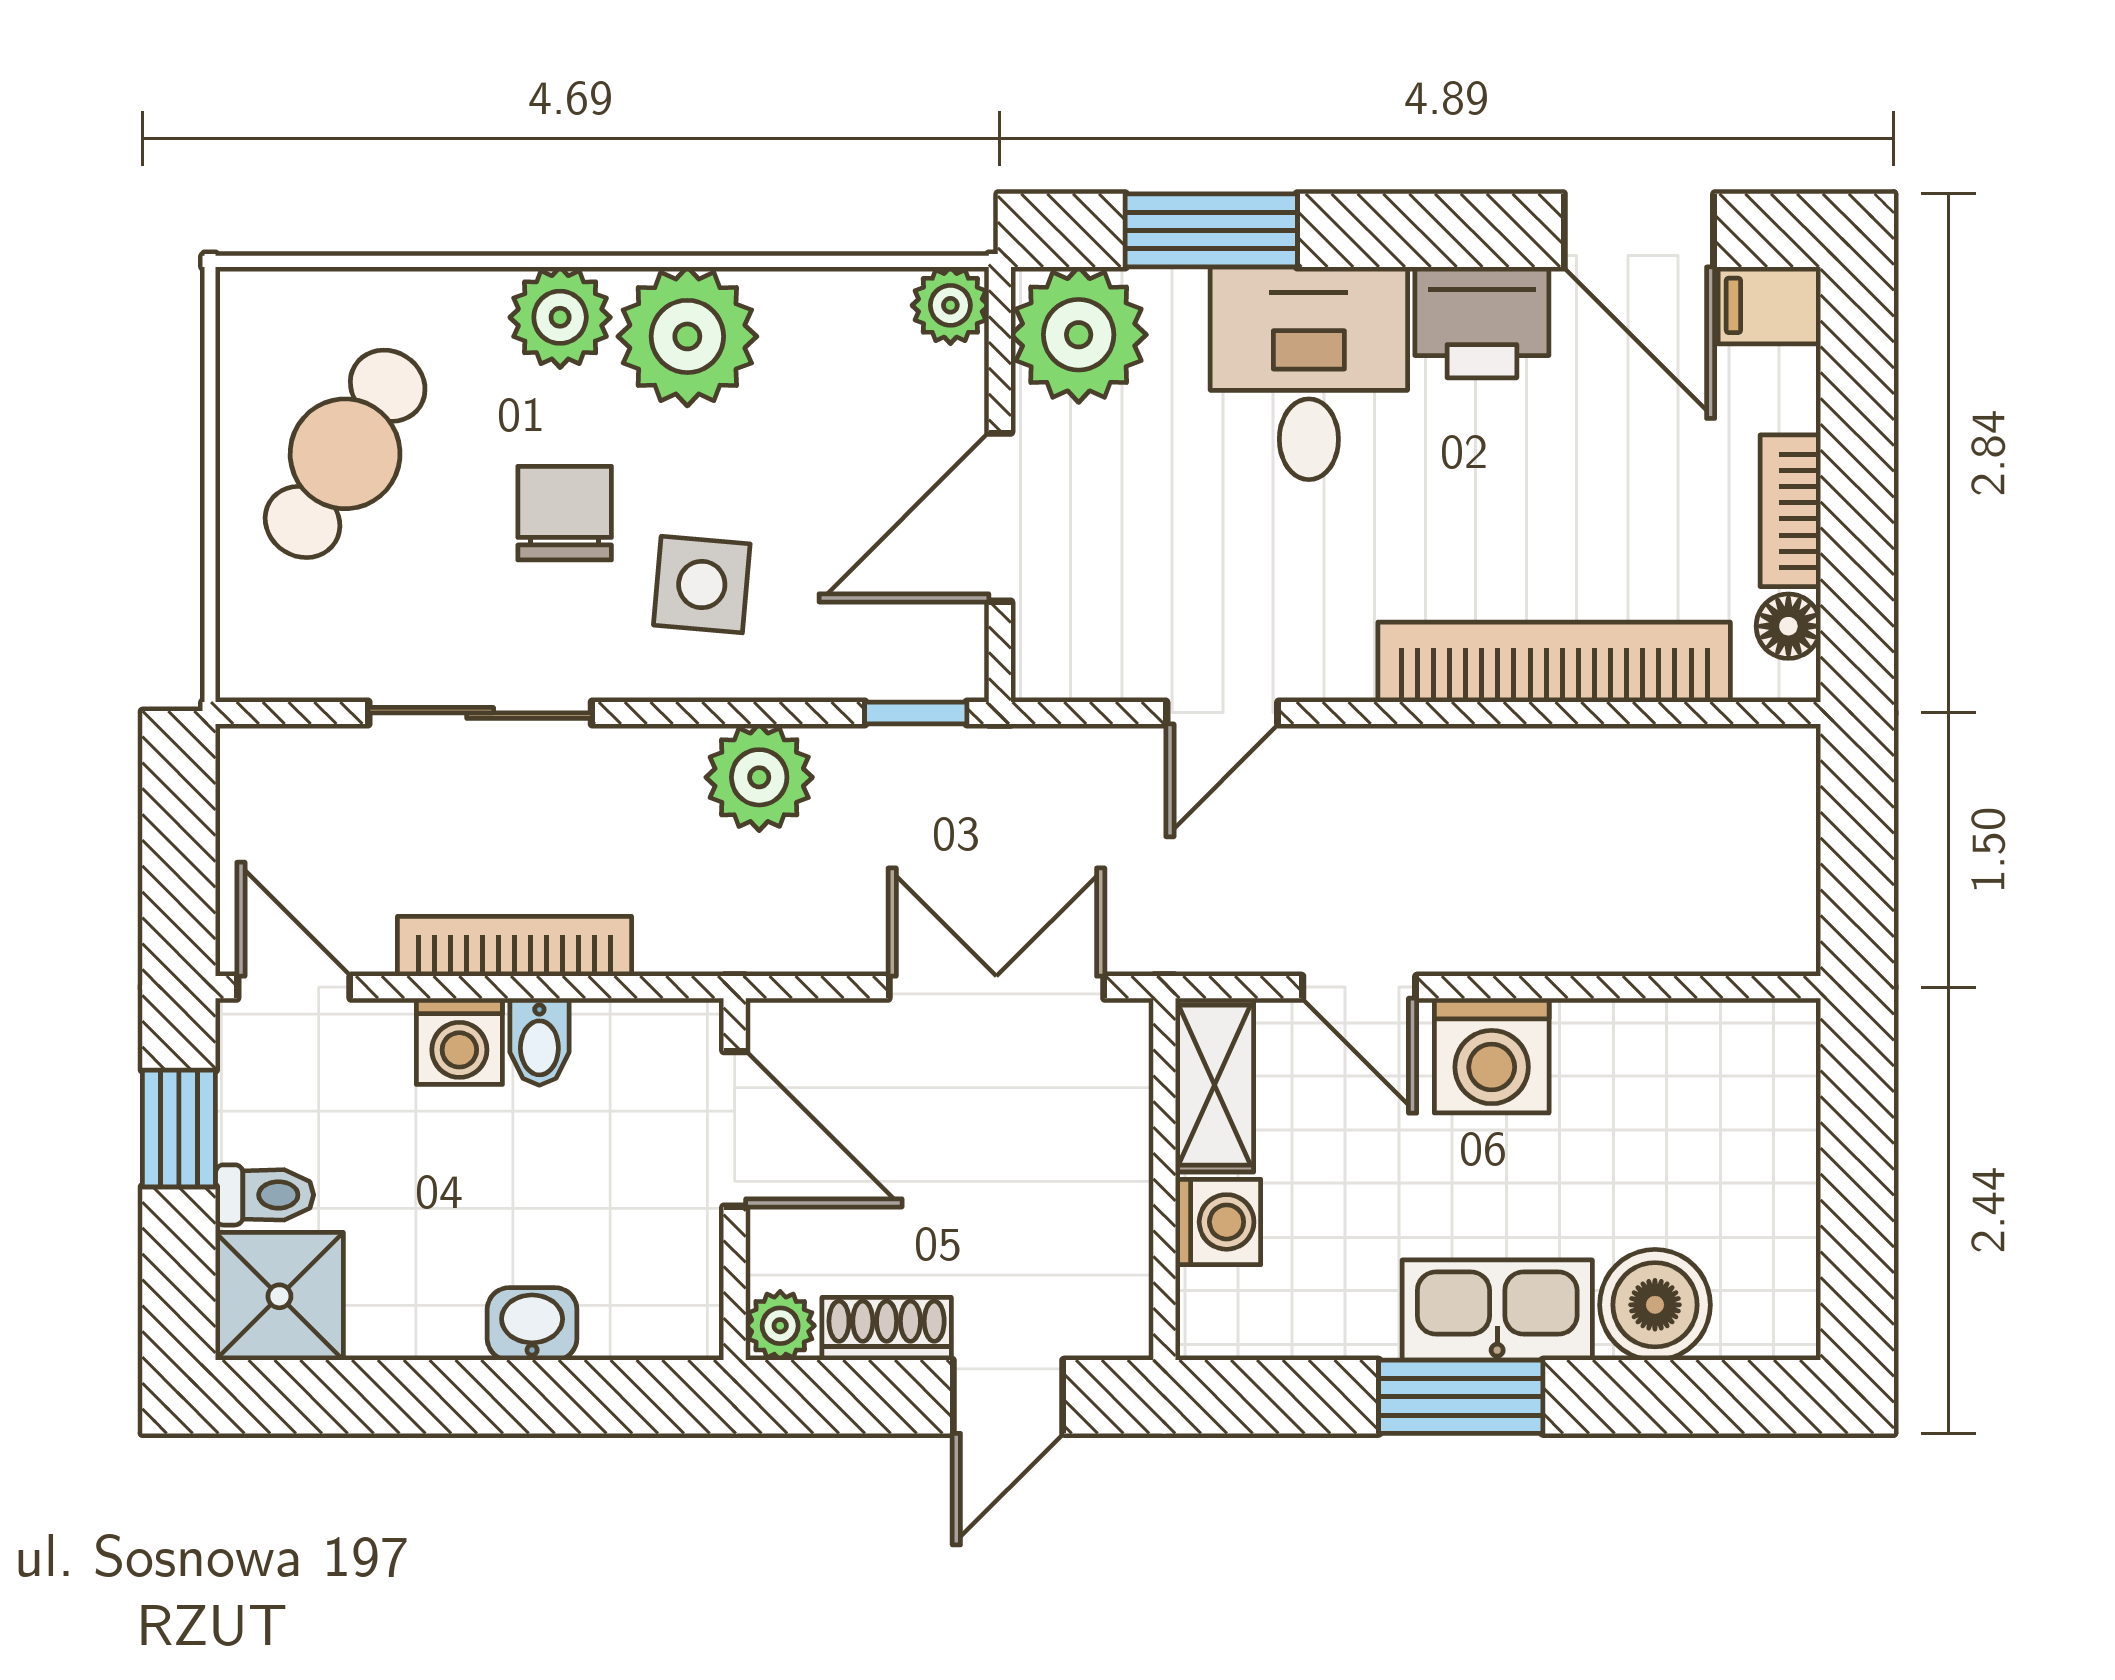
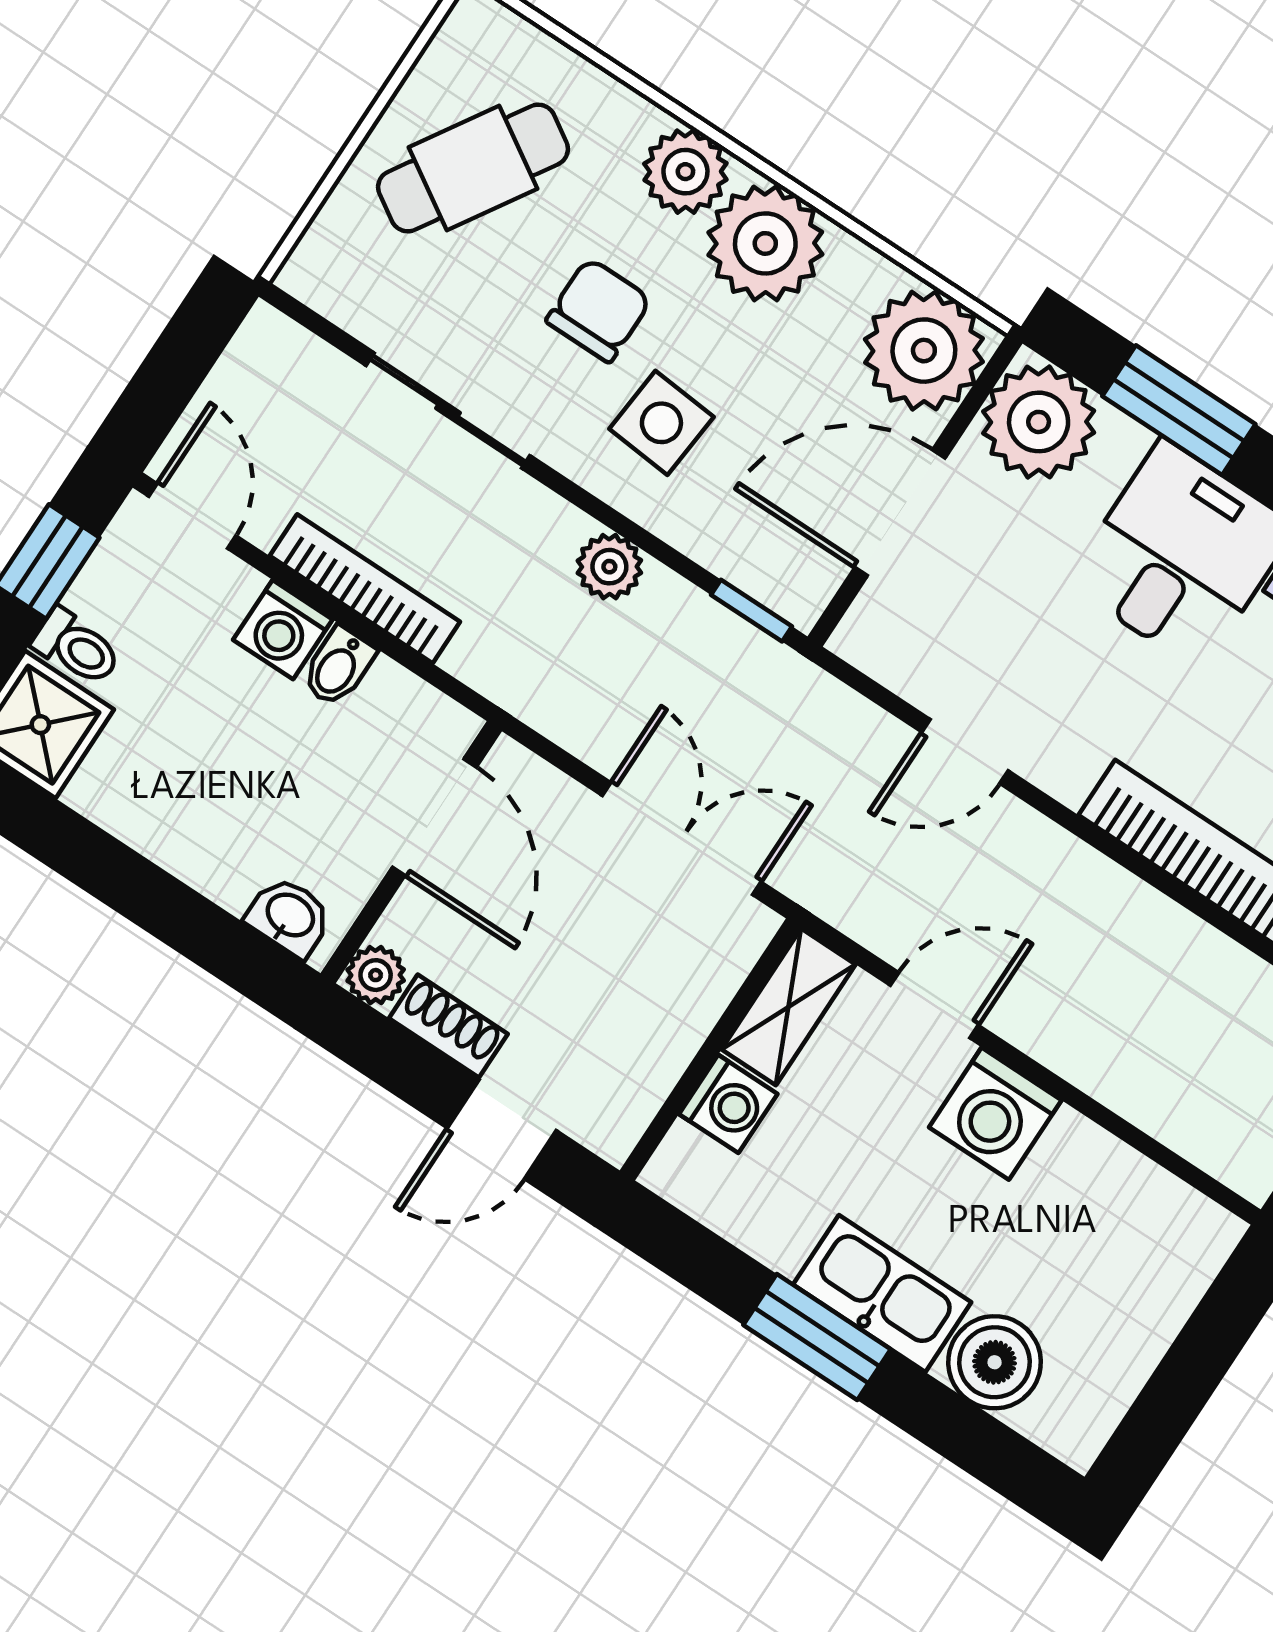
plant: (950, 305) -> (924, 351), width x1.88, depth x1.88
plant: (759, 777) -> (609, 567), width x0.73, depth x0.73
door: (1359, 987) -> (934, 1005), swing flipped
washbasin: (532, 1324) -> (289, 916), moved

